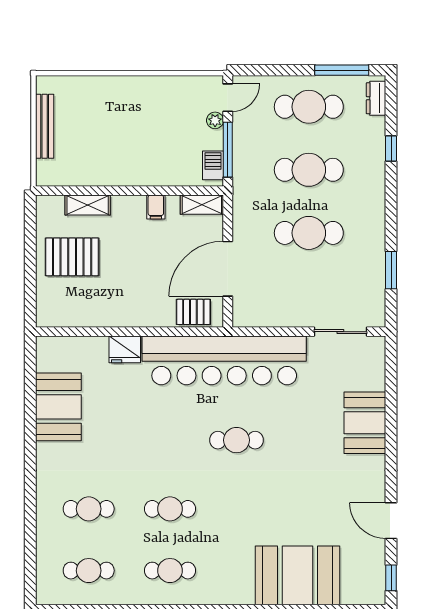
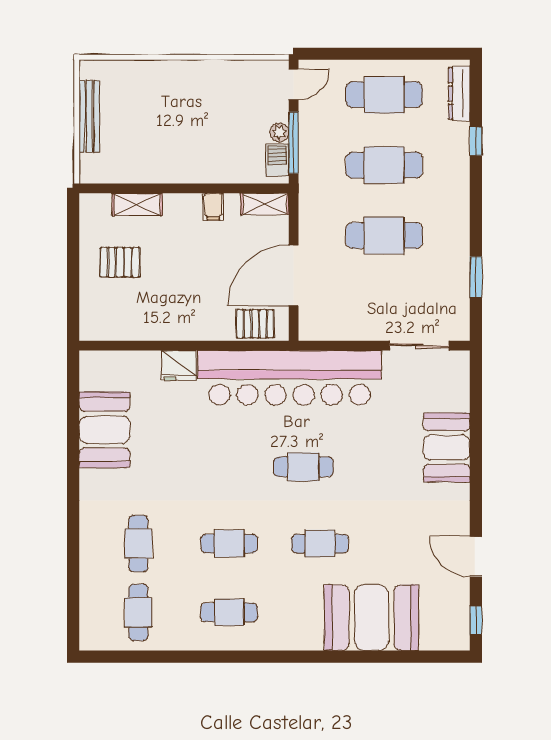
window: (342, 70) -> (421, 54), removed
dresser: (376, 98) -> (459, 94), width x1.44
plant: (215, 120) -> (279, 132), moved
pallet: (72, 257) -> (120, 262), width x0.67, depth x0.71
cafe table: (89, 509) -> (138, 544), turned 90
cafe table: (251, 509) -> (320, 544), added
cafe table: (89, 571) -> (138, 612), turned 90

